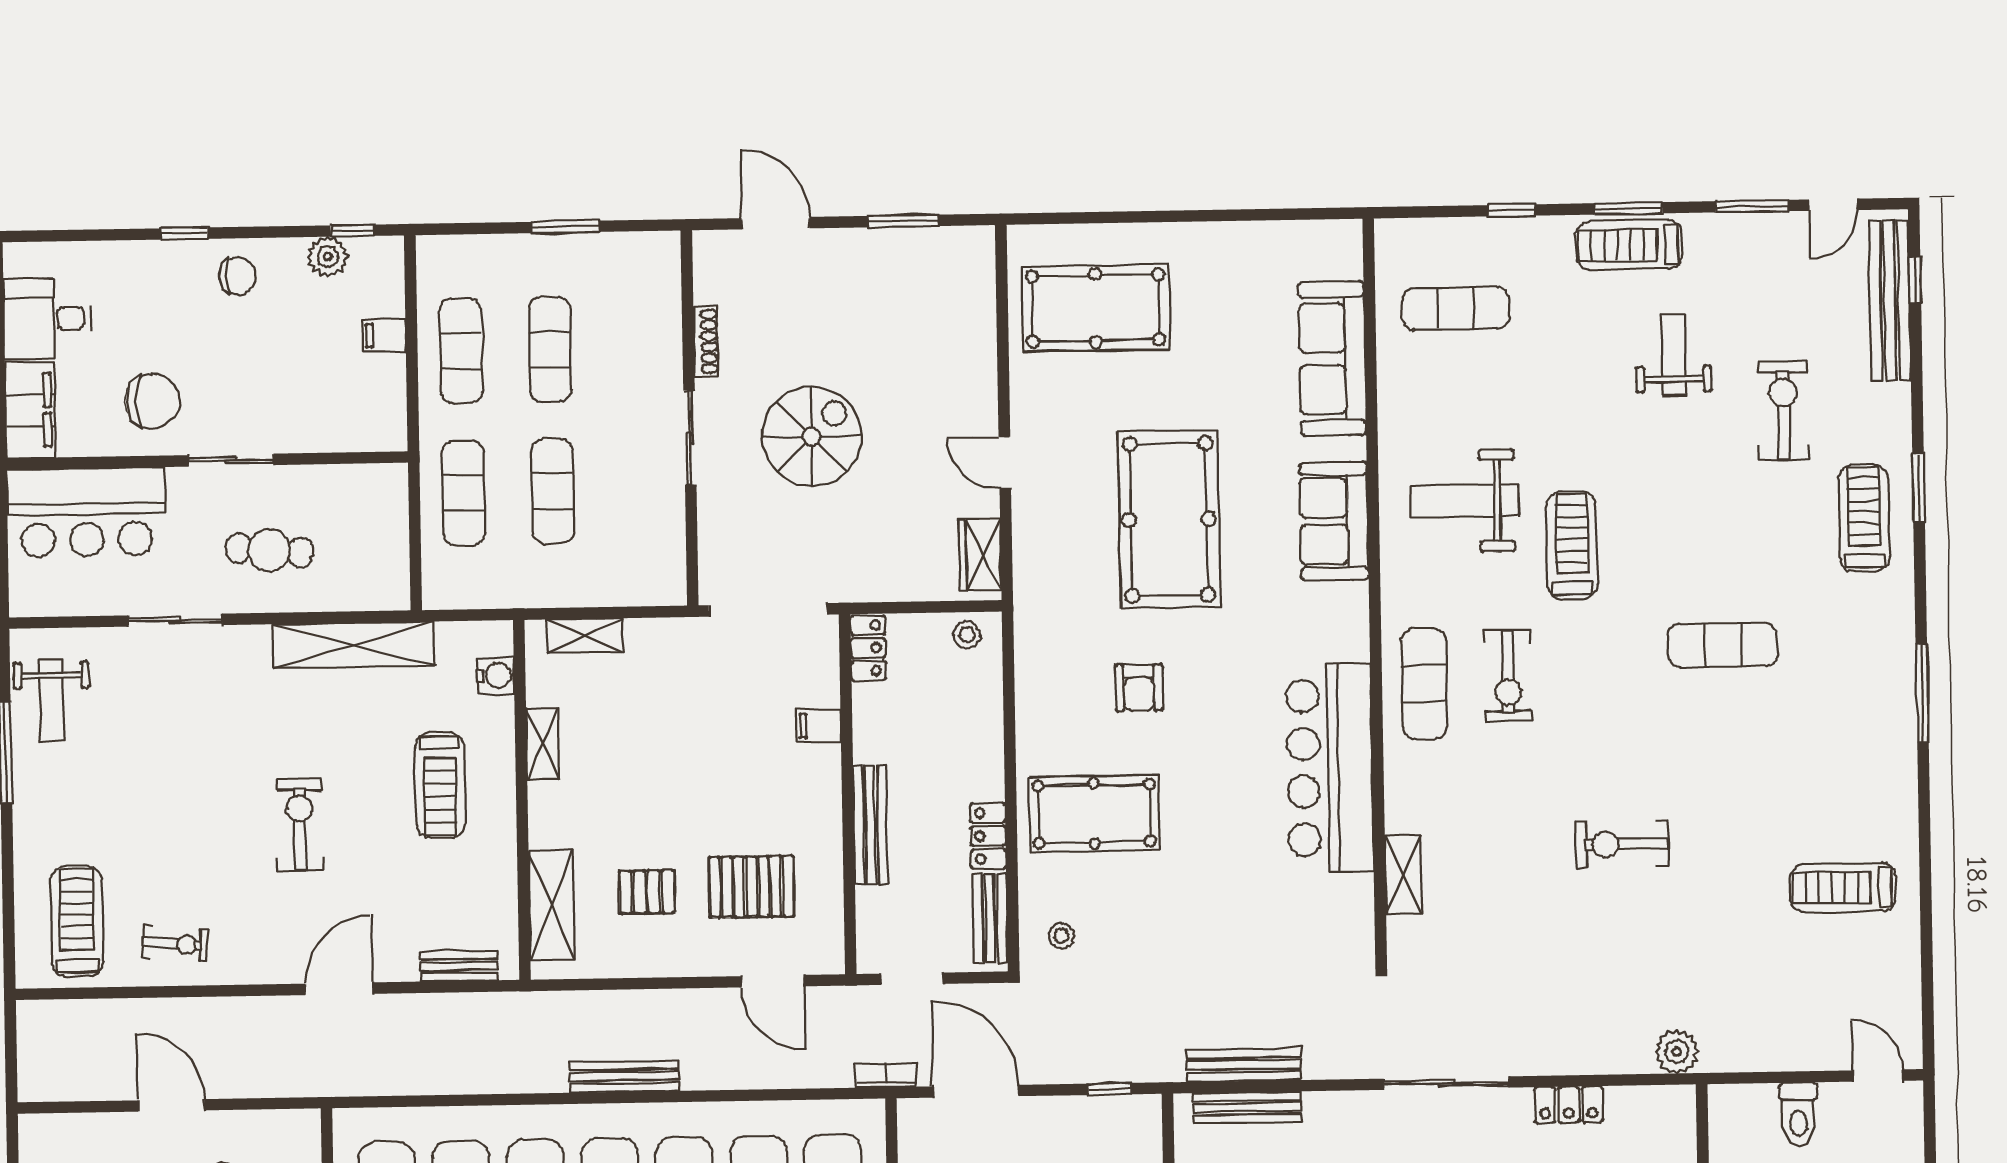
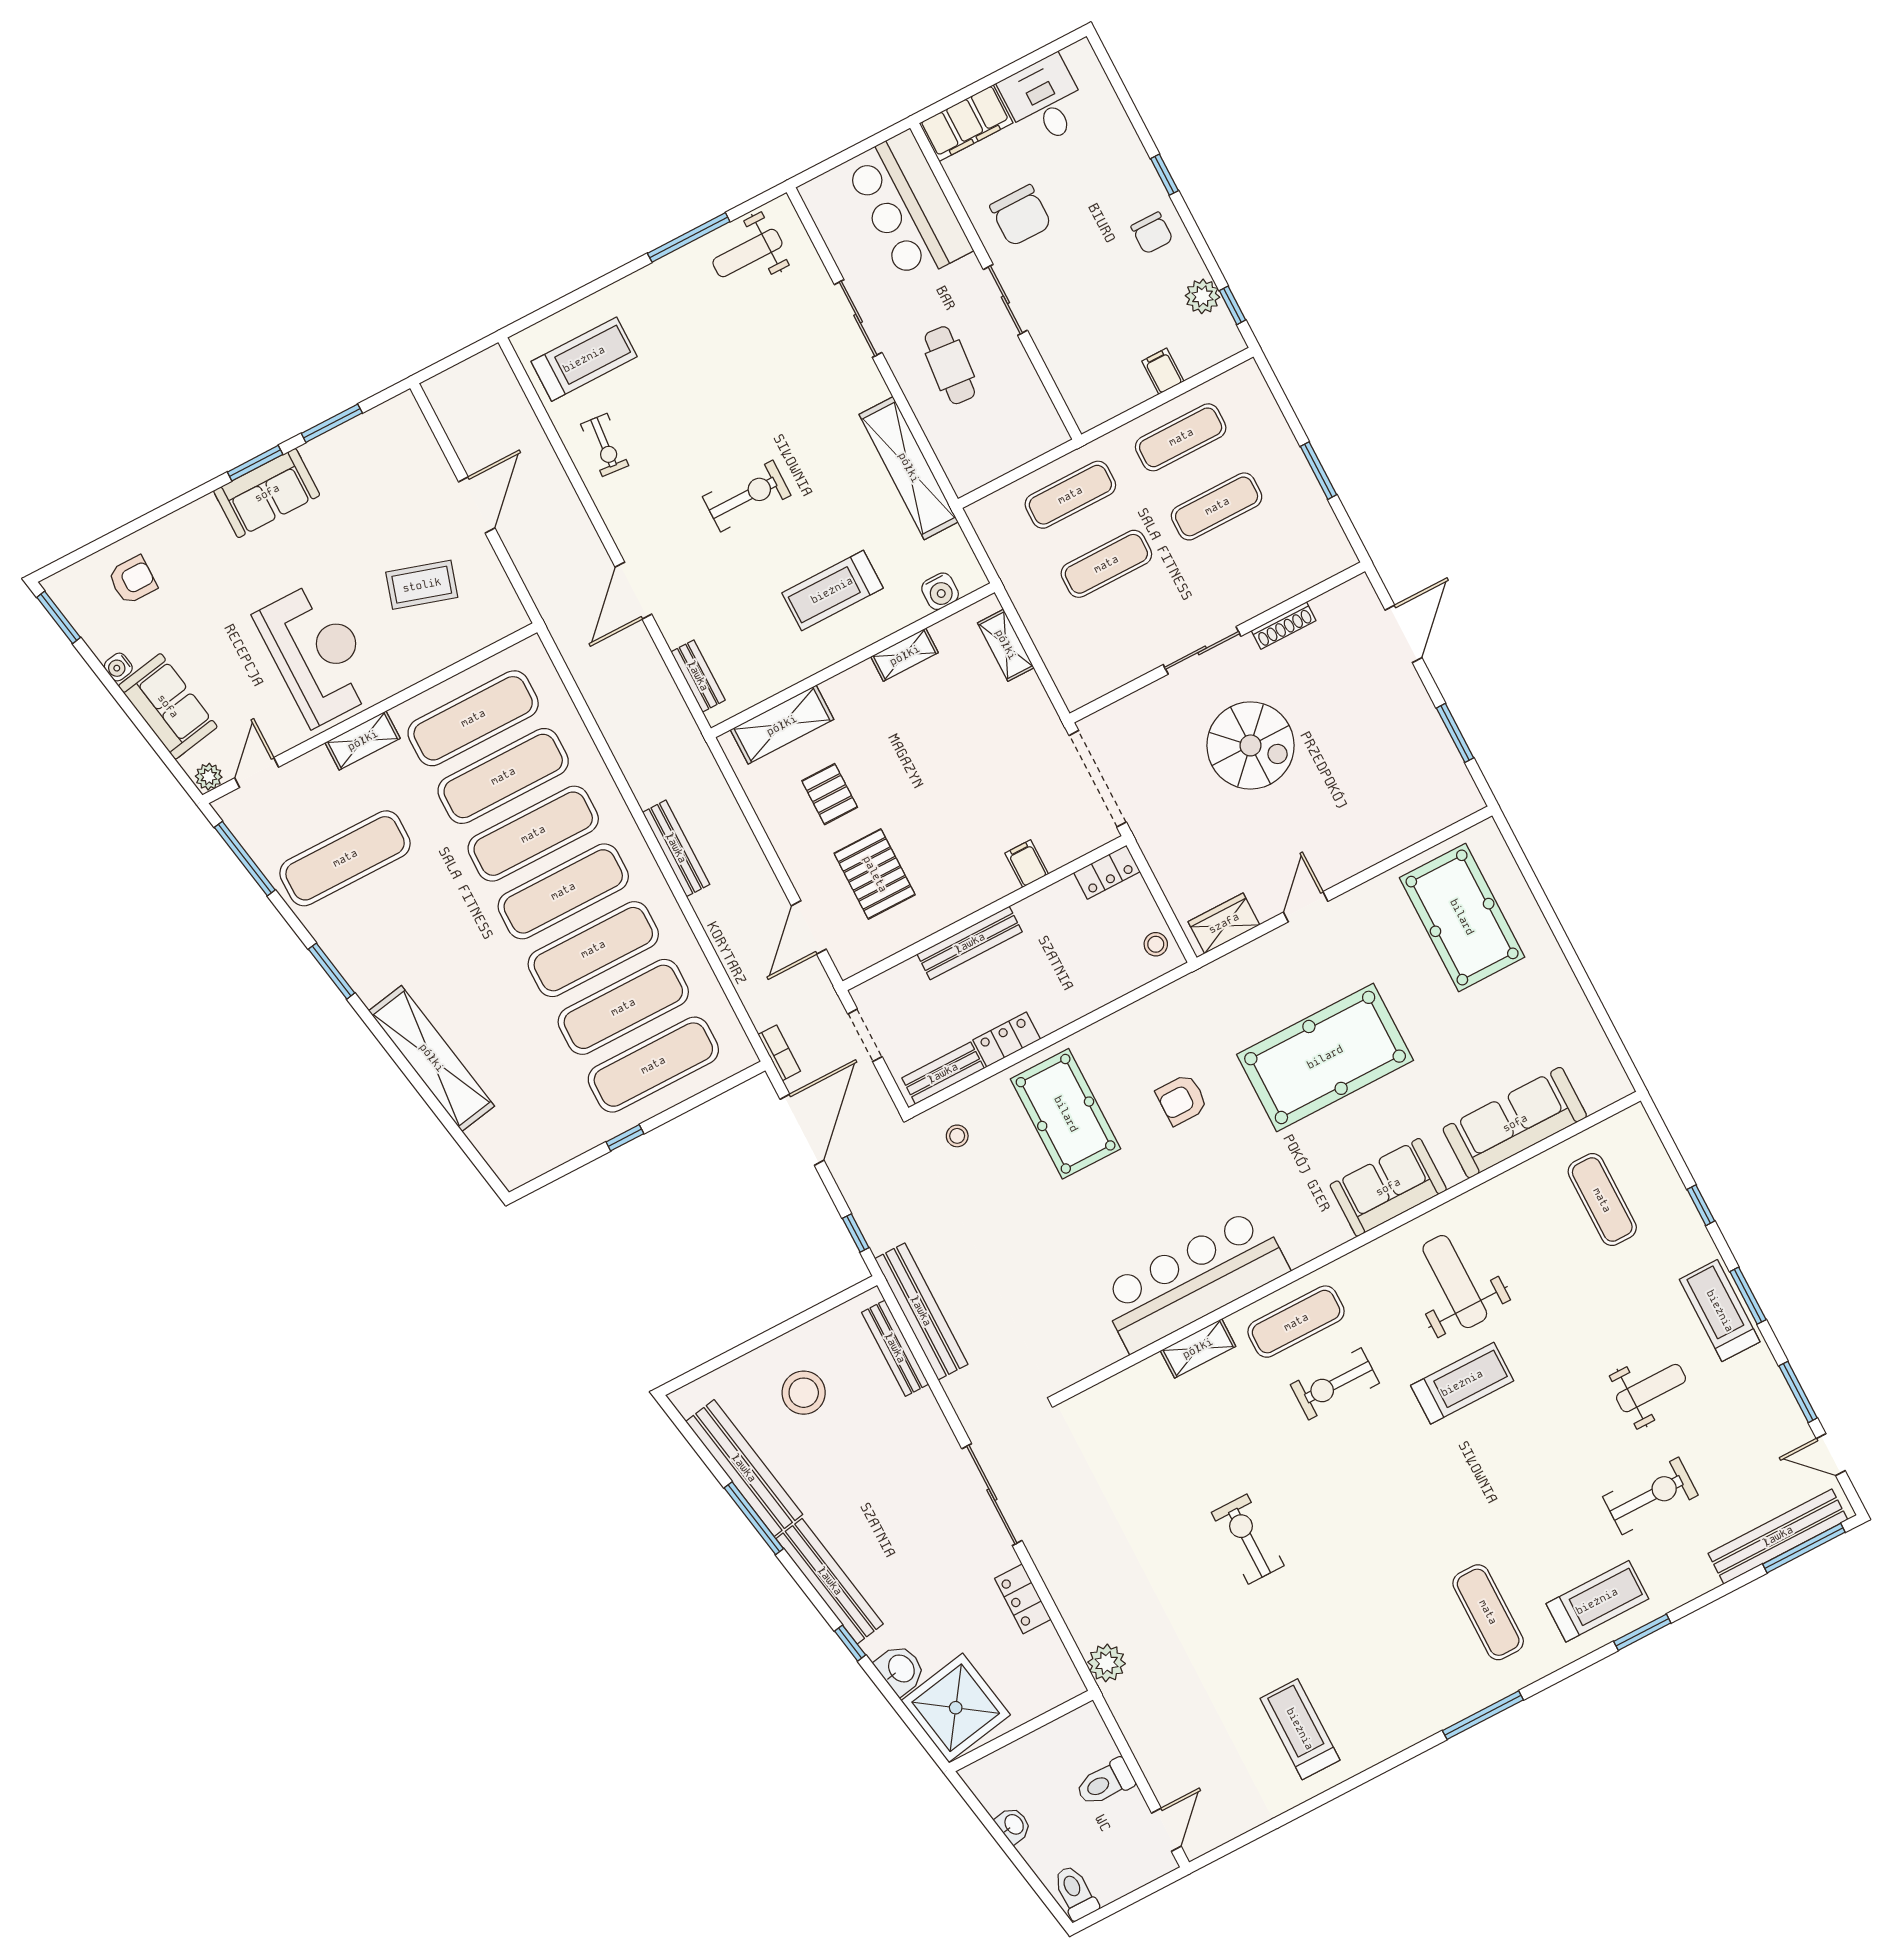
window: (1915, 280) -> (1804, 1548), width x2.17
exercise mat: (1723, 645) -> (1488, 1612), moved
shelving: (1403, 874) -> (1198, 1348), moved
door: (339, 989) -> (633, 591), swing flipped
bench: (1244, 1065) -> (921, 1311), width x1.37, depth x1.21

